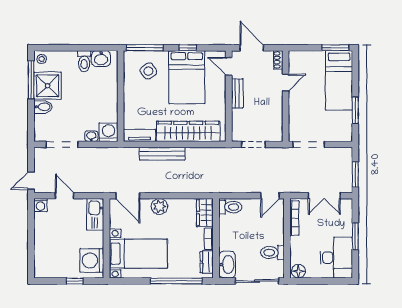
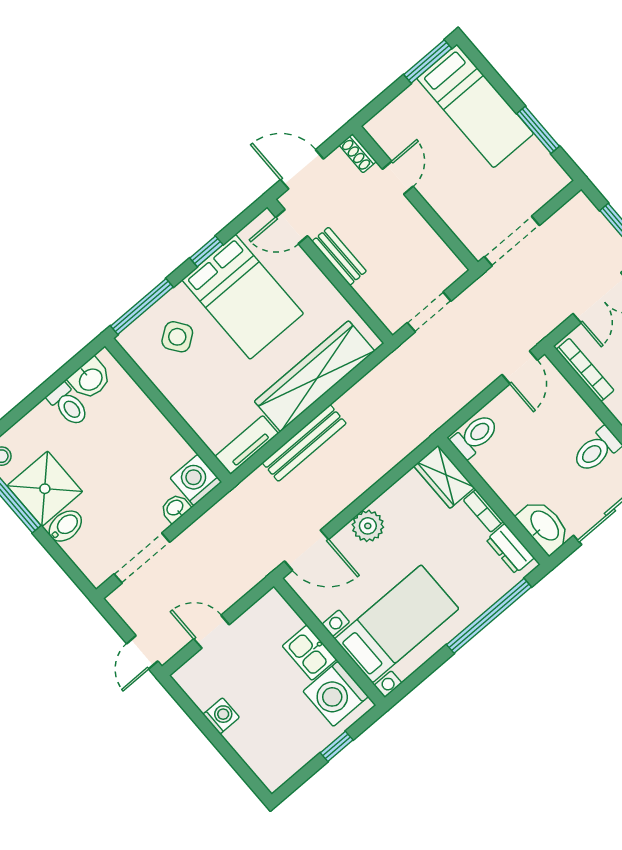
washing machine: (40, 205) -> (221, 716), moved, turned -90
kitchen sink: (95, 214) -> (309, 653), moved, width x0.73

